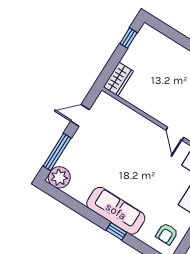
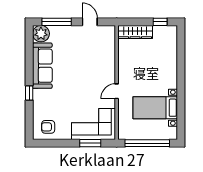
wardrobe: (118, 79) -> (135, 32), width x1.50
sofa: (116, 211) -> (42, 66), moved

